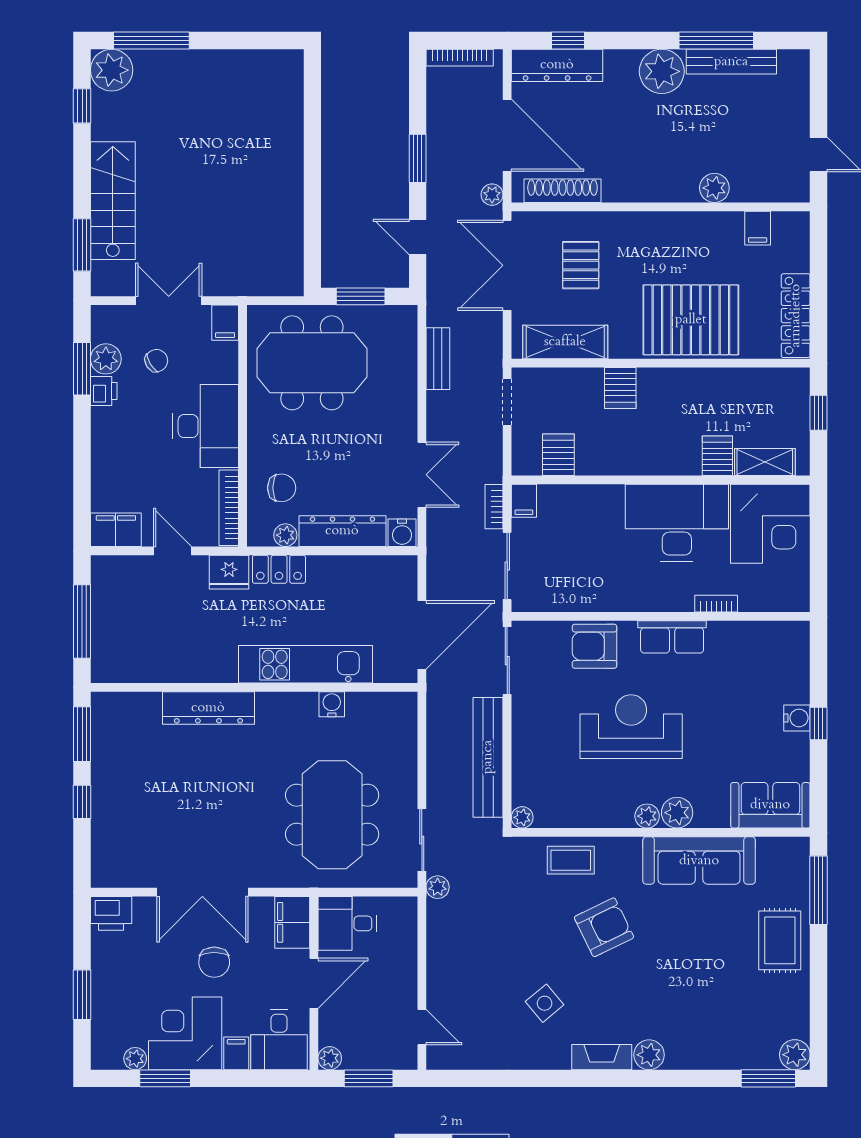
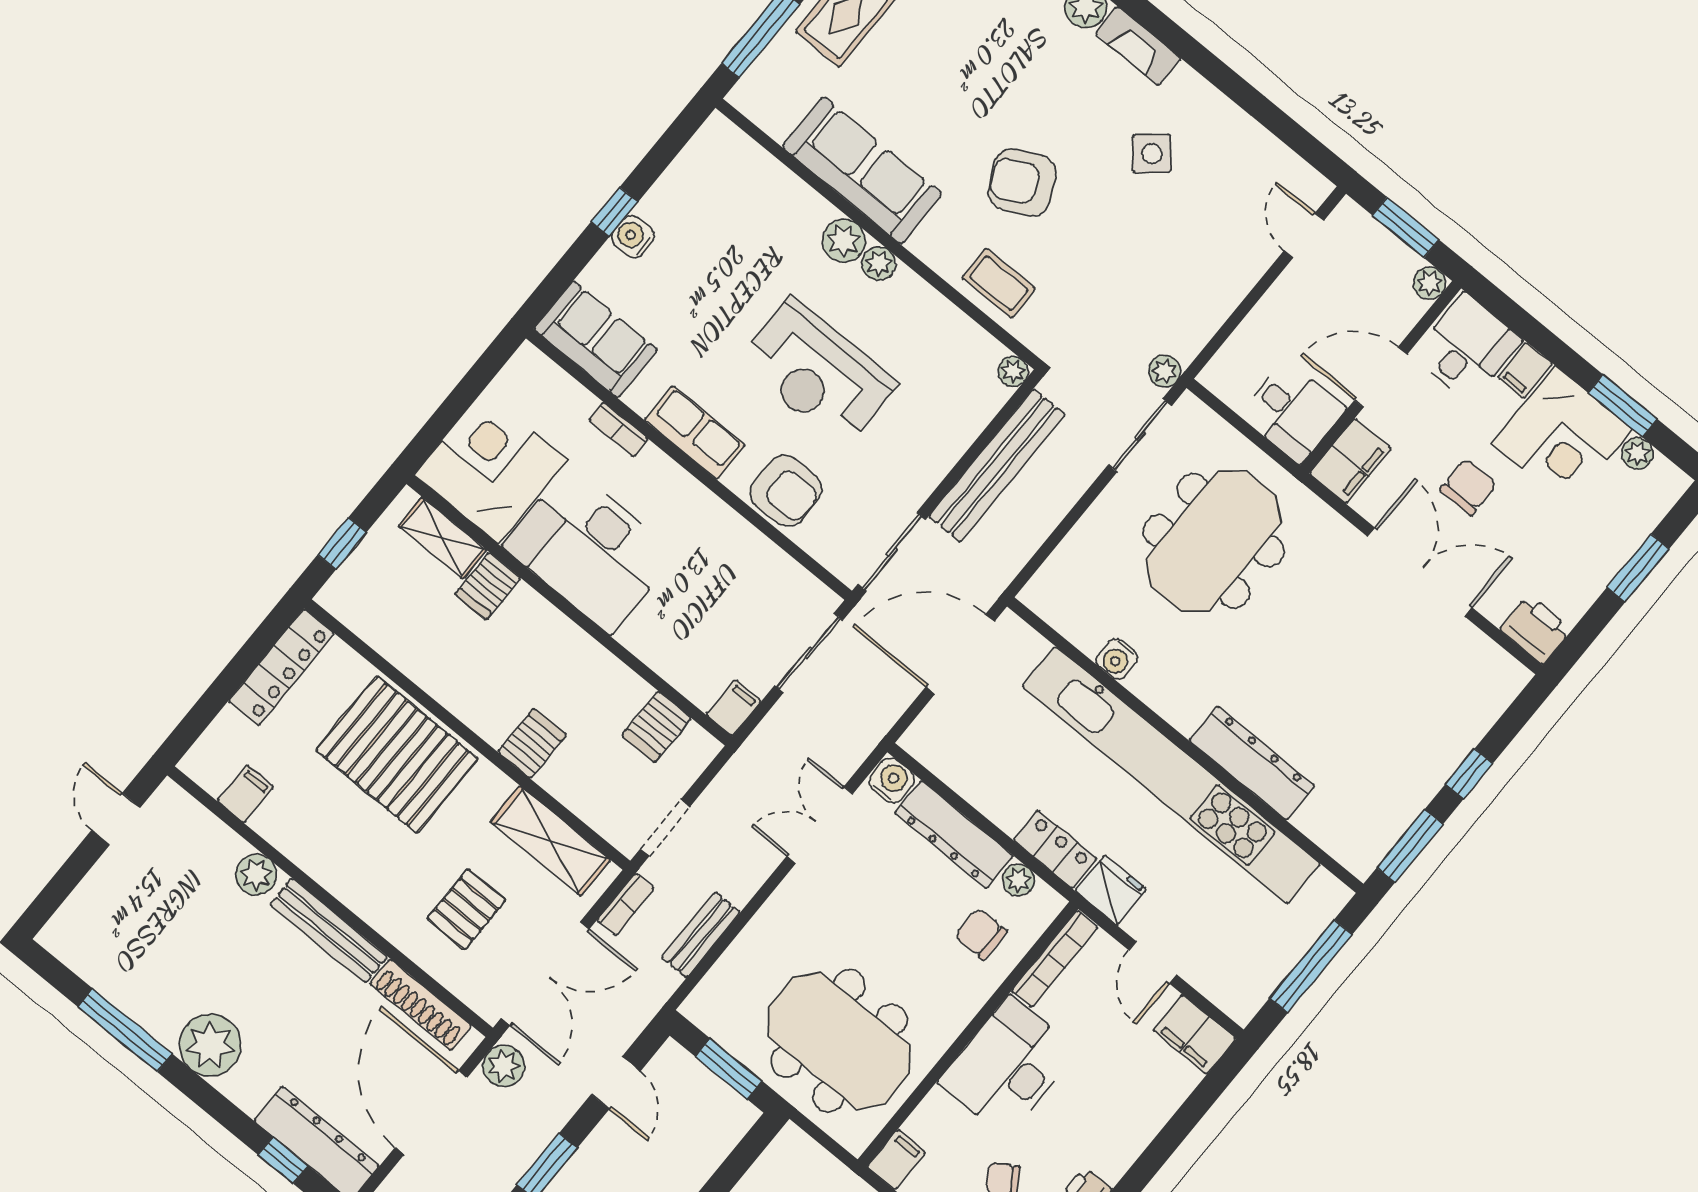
bench: (731, 62) -> (329, 931), moved
plant: (492, 195) -> (504, 1066), width x1.38, depth x1.38
bookcase: (494, 507) -> (626, 905), moved
kitchen unit: (306, 664) -> (1171, 775), width x1.86
sofa: (770, 805) -> (596, 339), moved, turned 180

